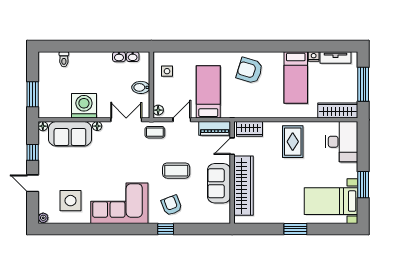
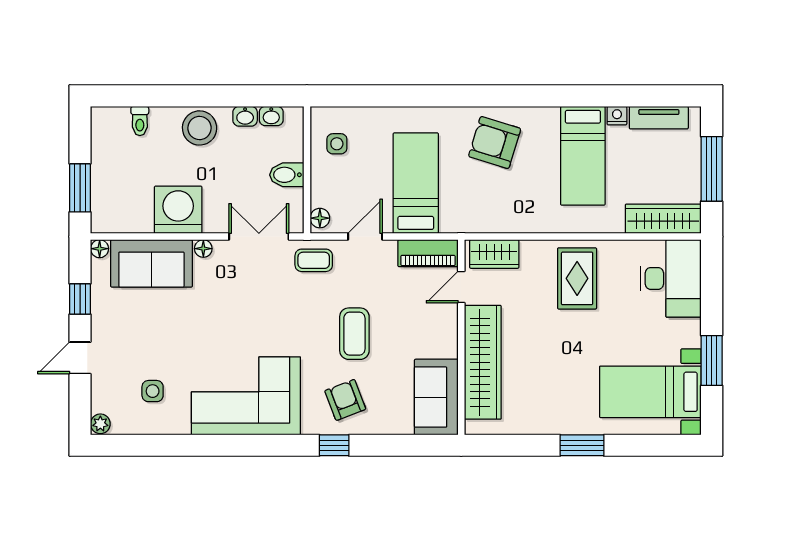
stool: (95, 63) -> (200, 128), added
coffee table: (176, 171) -> (354, 334), turned 90
door: (33, 183) -> (80, 358), hinge flipped
sofa: (219, 183) -> (436, 397), moved
side table: (71, 201) -> (153, 391), width x0.54, depth x0.54

